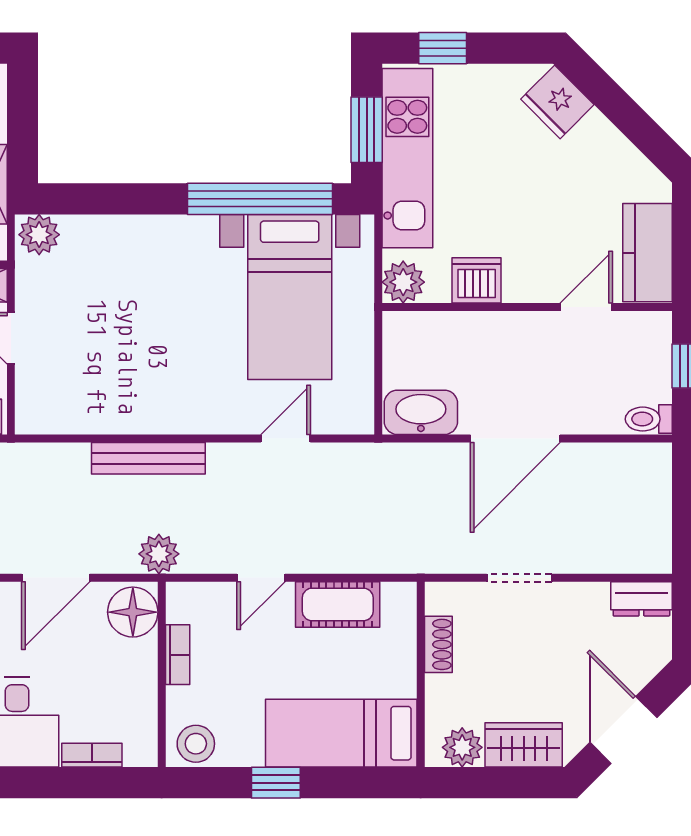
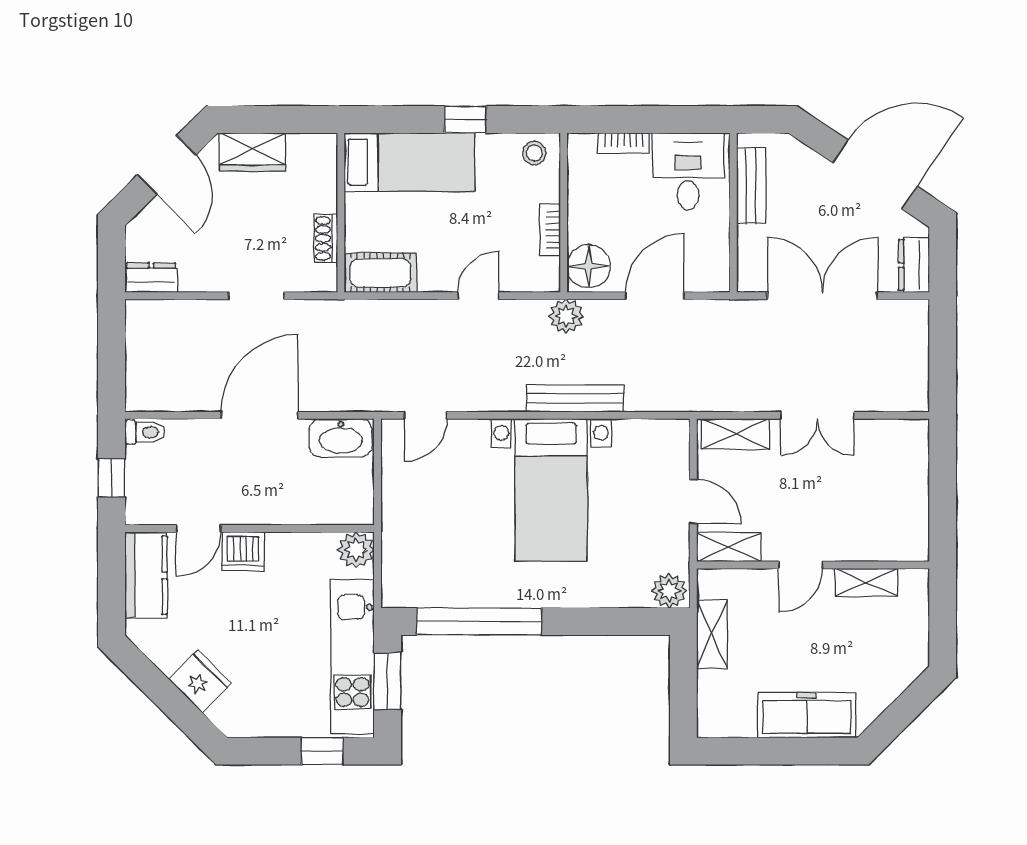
fridge: (557, 102) -> (200, 681), moved
dishwasher: (477, 280) -> (243, 551), moved
bed with nightstands: (290, 297) -> (551, 490), moved, turned 180
door: (286, 439) -> (426, 415), moved
cot: (338, 604) -> (380, 273), moved
stool: (196, 744) -> (534, 153), width x0.73, depth x0.73
plant: (462, 747) -> (305, 150), removed

